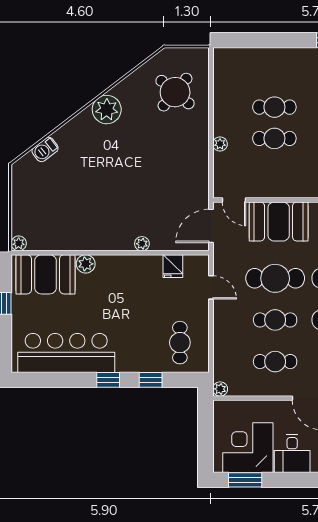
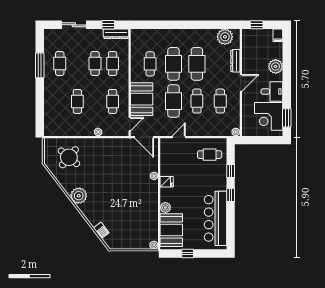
cafe table: (274, 138) -> (113, 101), moved
fridge: (173, 266) -> (167, 182), moved

